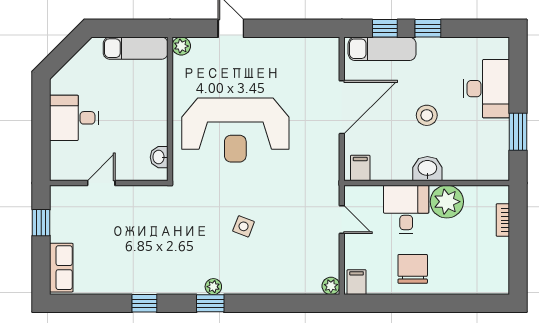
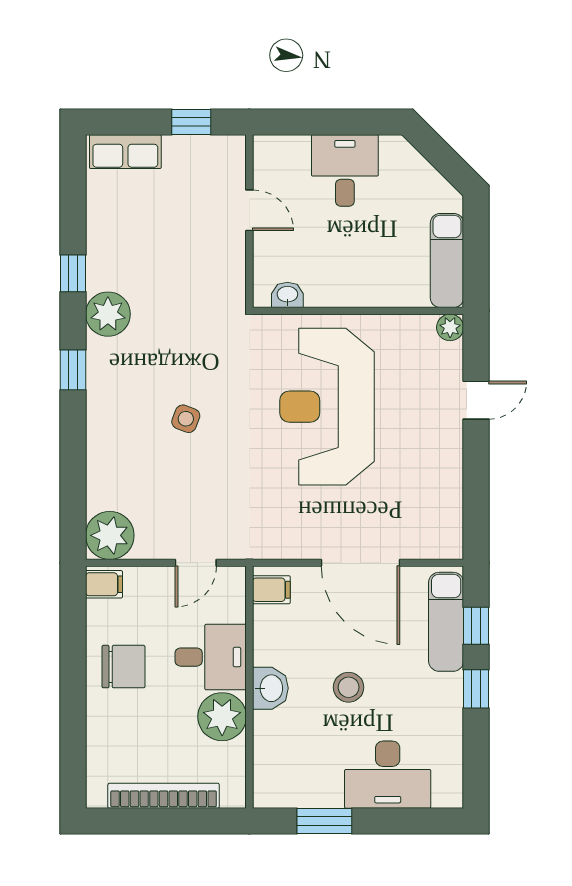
bookcase: (503, 220) -> (164, 796), width x2.31, depth x1.31
plant: (331, 286) -> (110, 535), width x1.87, depth x1.87
plant: (213, 287) -> (108, 314), moved, width x1.88, depth x1.88

